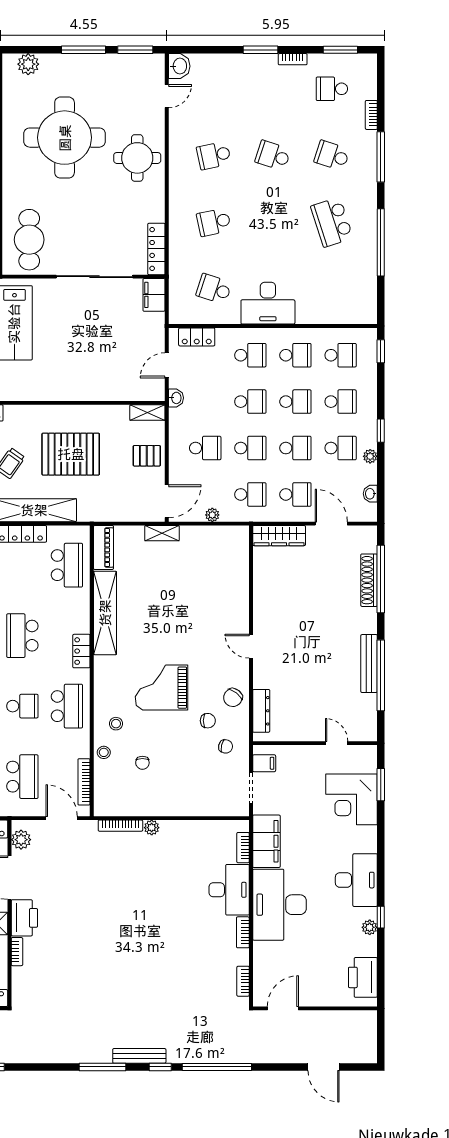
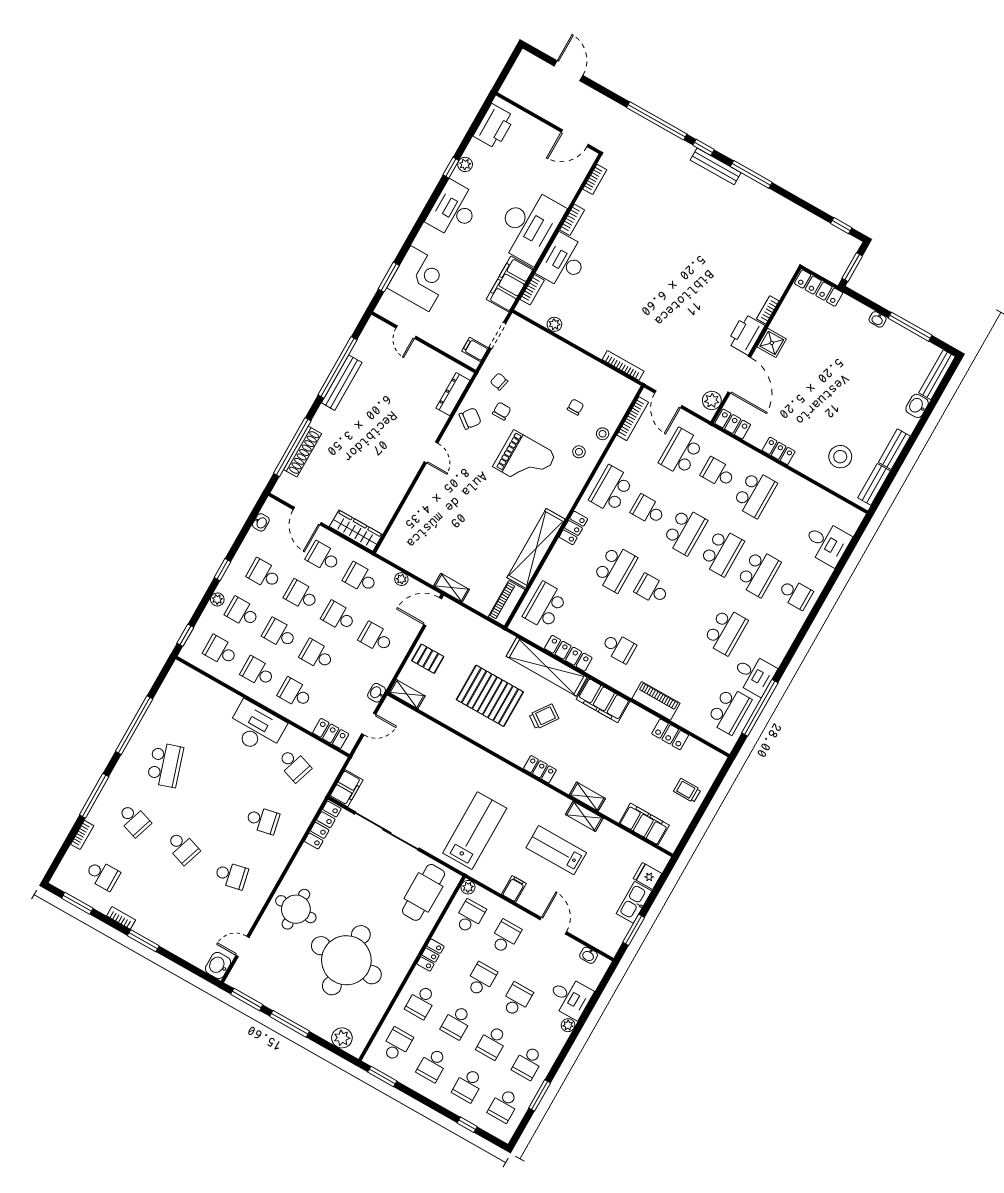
plant: (370, 456) -> (217, 599), moved
chair: (208, 721) -> (502, 411), turned 90
plant: (152, 828) -> (554, 324), moved

